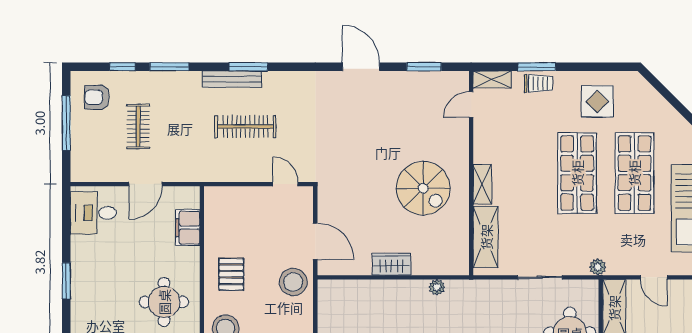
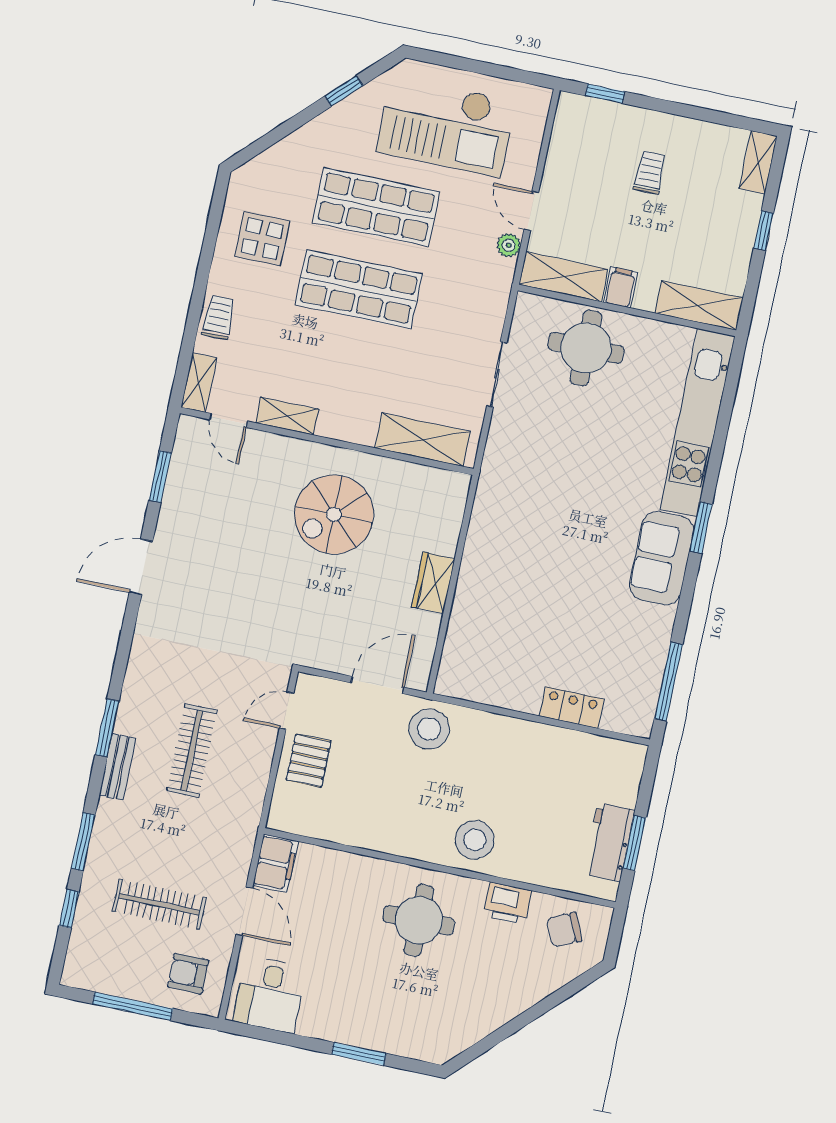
window: (537, 67) -> (194, 315), removed
bench: (232, 79) -> (117, 767), width x0.73
armchair: (97, 97) -> (188, 974), moved, turned 90
clothes rail: (138, 126) -> (159, 904), width x1.36
shelving: (482, 184) -> (287, 416), moved
spiral stairs: (423, 188) -> (334, 514), turned 180
filing cabinet: (188, 228) -> (275, 863), moved, turned -90
plant: (598, 267) -> (509, 245), moved
pallet: (231, 274) -> (308, 761), moved, turned 90
door: (654, 277) -> (531, 211), swing flipped
plant: (437, 287) -> (480, 525), removed

